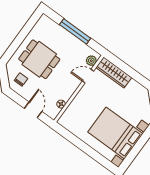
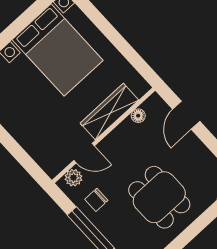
wardrobe: (114, 72) -> (109, 112), moved, turned -90
chair: (21, 80) -> (96, 200), moved

